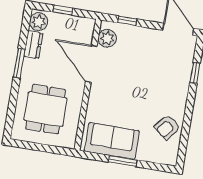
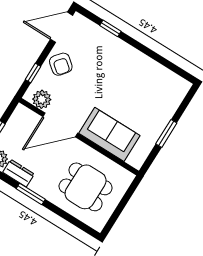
armchair: (167, 127) -> (61, 64), moved
sofa: (112, 141) -> (109, 134), moved, turned 90

